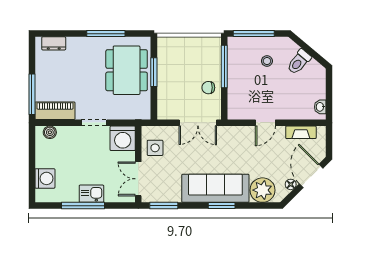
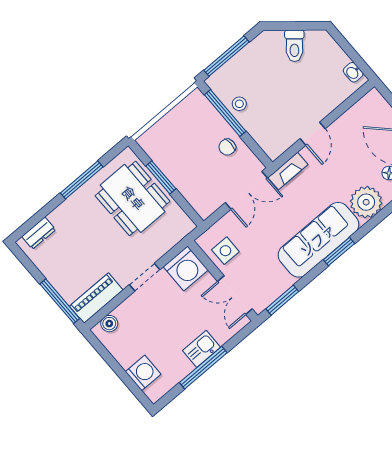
stool: (267, 61) -> (239, 104), moved
fireplace: (301, 132) -> (288, 171), moved

